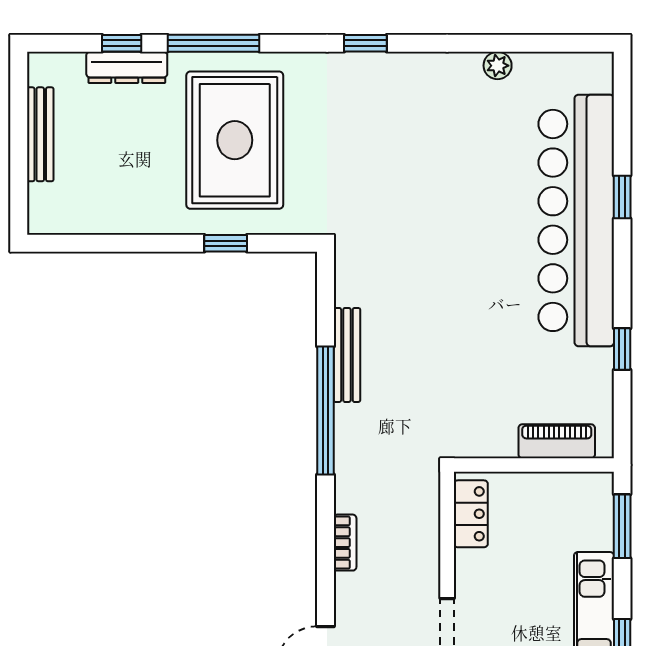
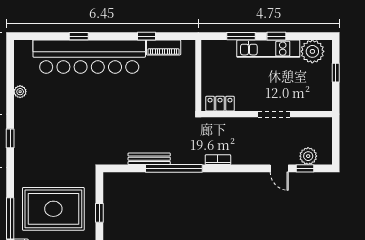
window: (365, 43) -> (10, 138), moved
piano: (557, 441) -> (164, 47), moved, turned -90
window: (622, 526) -> (241, 36), moved
bookcase: (345, 543) -> (218, 160), moved

